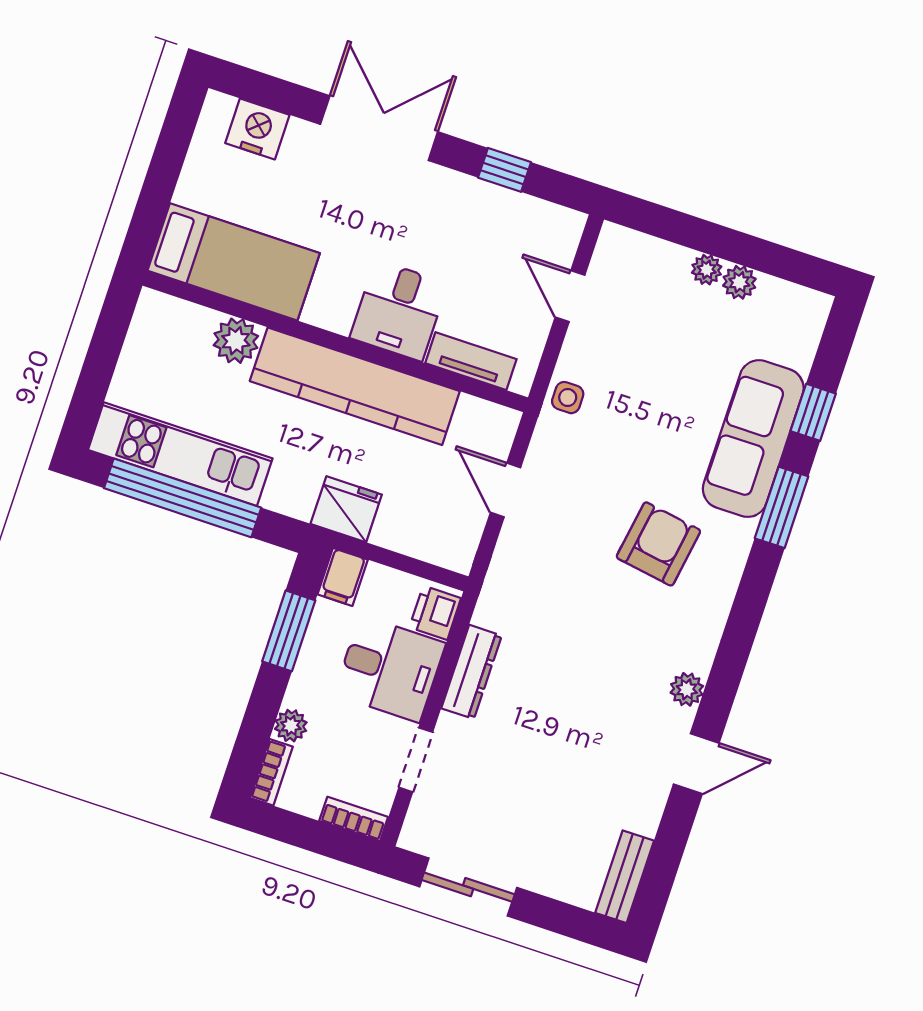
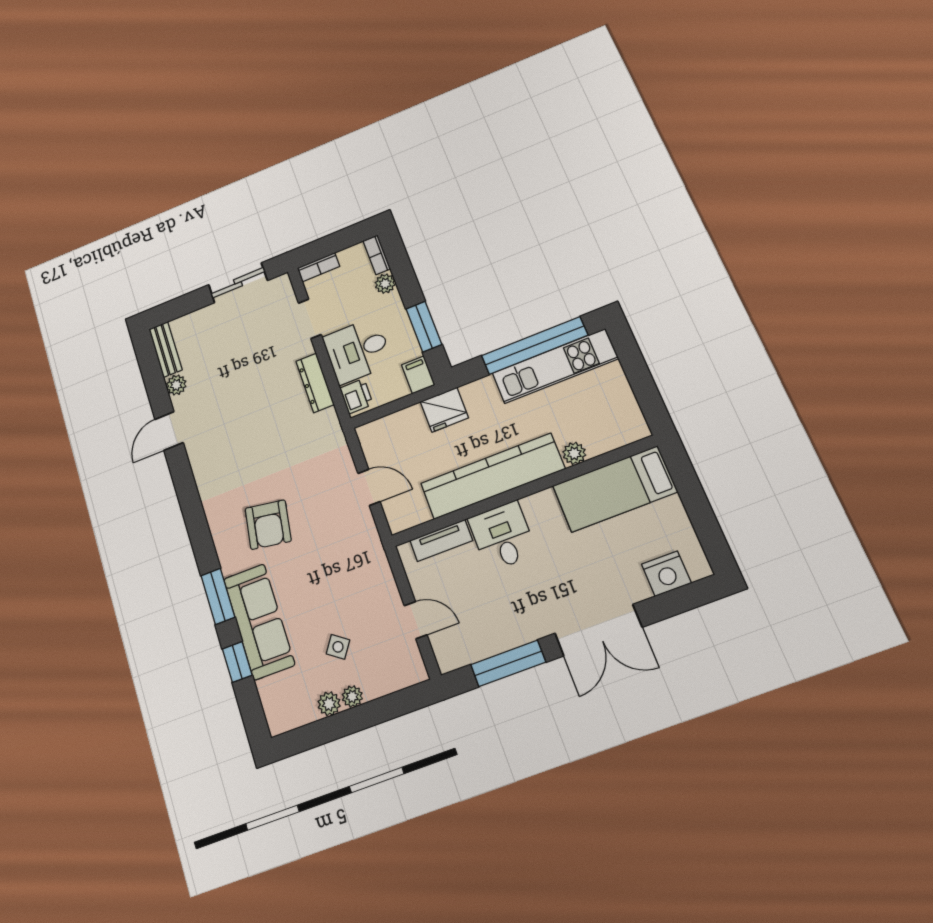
window: (505, 170) -> (508, 663), width x2.17
plant: (236, 341) -> (574, 453), width x0.73, depth x0.73
side table: (568, 398) -> (338, 647), moved, turned 35
plant: (687, 689) -> (176, 385), moved

